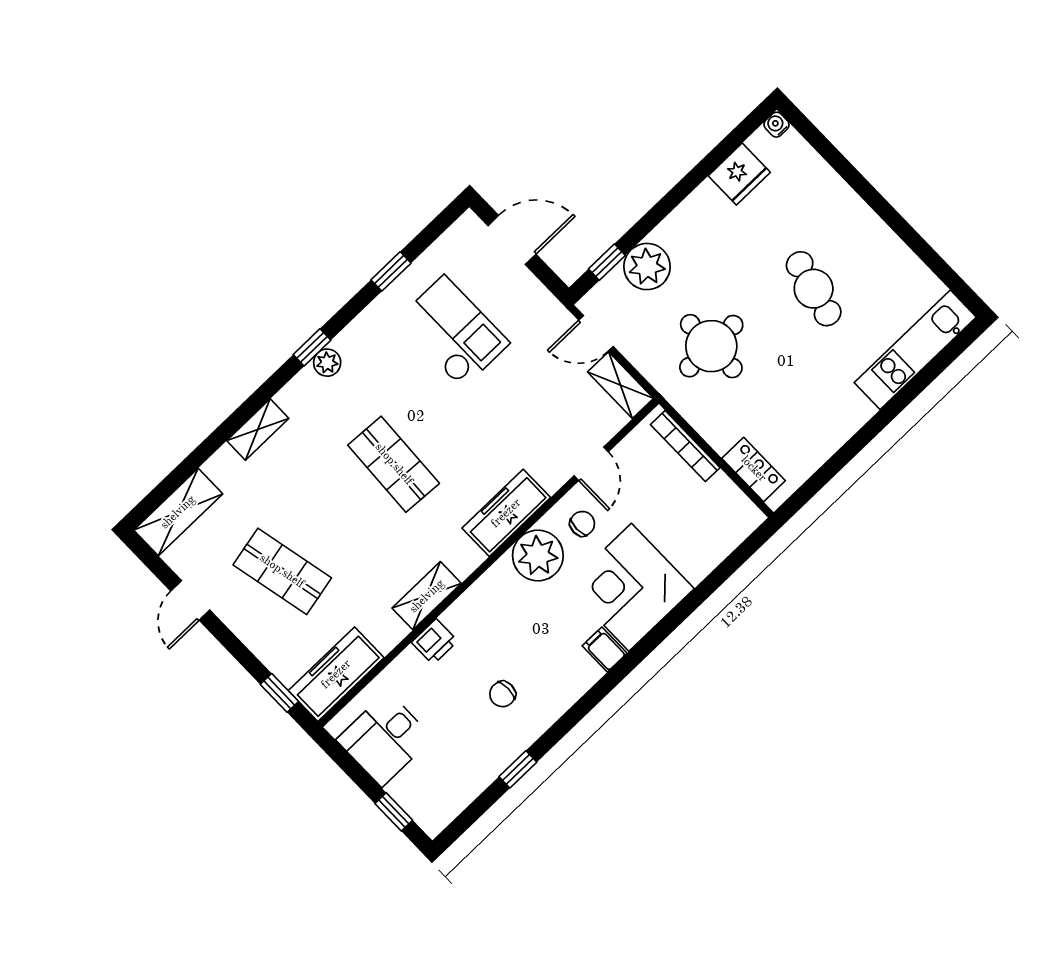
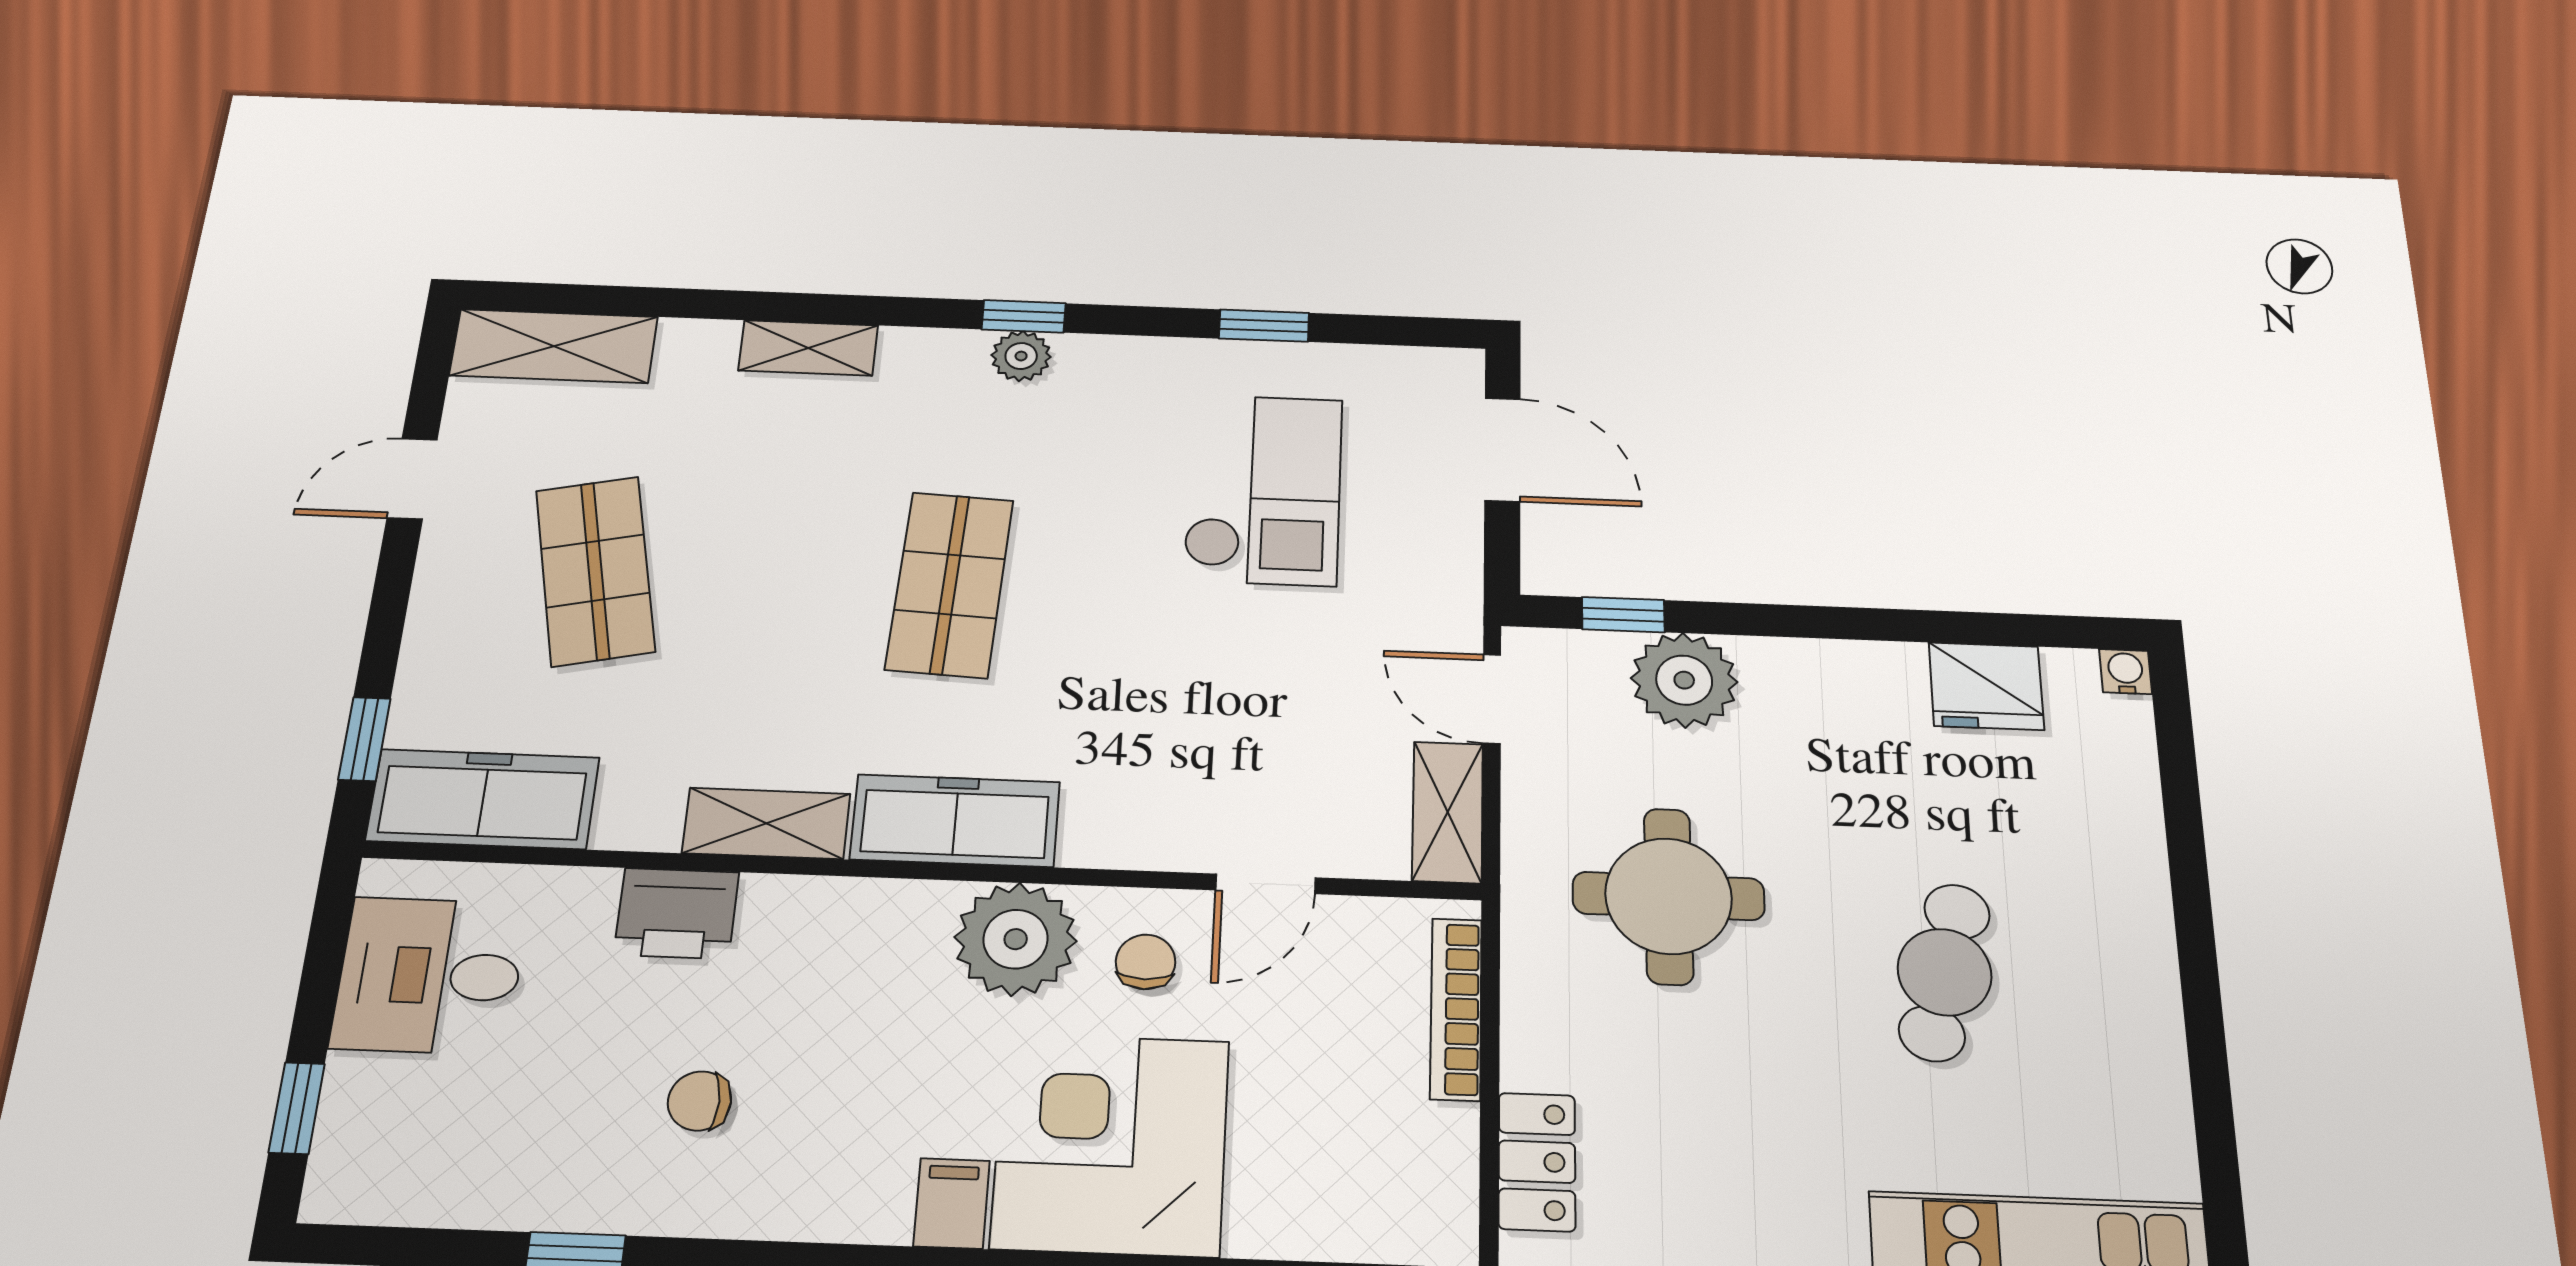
freezer: (506, 513) -> (955, 821), moved
chair: (582, 524) -> (1146, 962), turned -90
printer: (435, 642) -> (677, 913), width x1.36, depth x1.24

